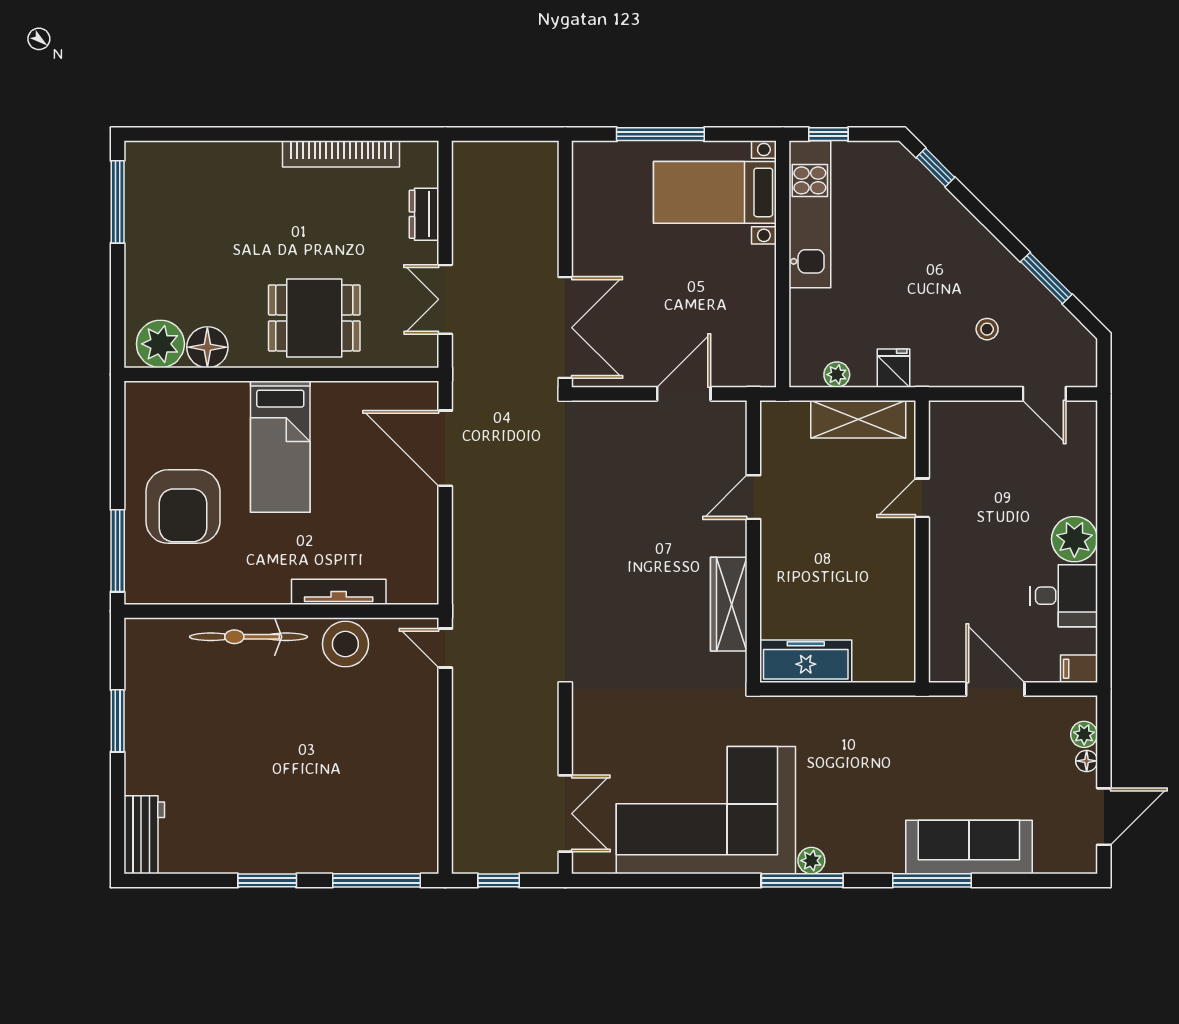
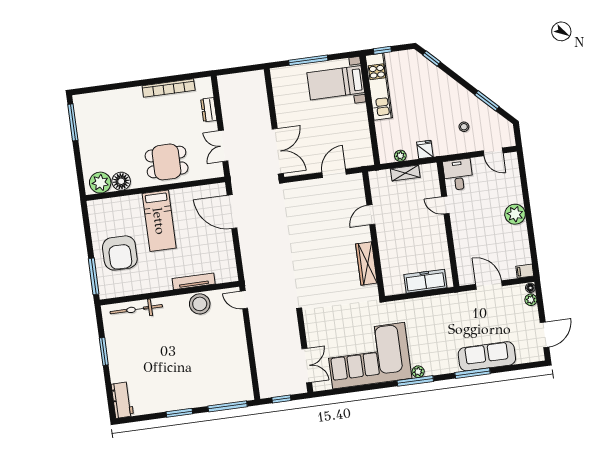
shelving: (858, 419) -> (405, 173), width x0.67, depth x0.75
door: (922, 498) -> (445, 205), hinge flipped
desk: (1064, 596) -> (458, 175), moved, turned -90
bicycle: (249, 637) -> (136, 309), moved
freezer: (806, 661) -> (425, 281), moved
floor lamp: (1087, 761) -> (530, 288), moved

